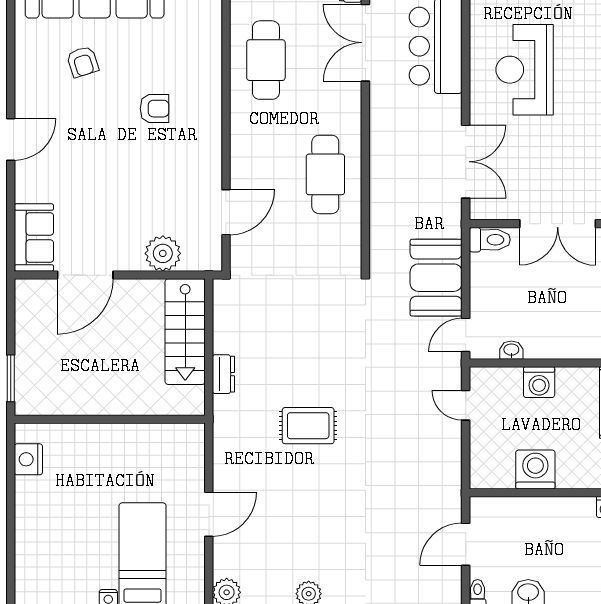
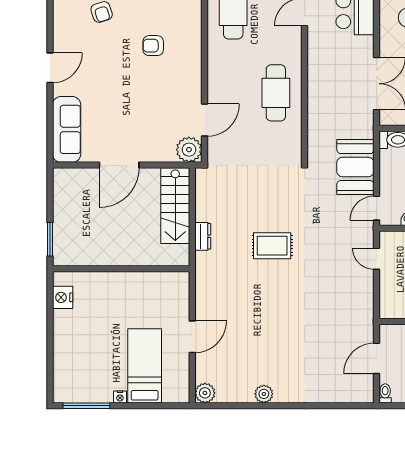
armchair: (154, 109) -> (153, 46), turned 180
sofa: (34, 238) -> (67, 129), width x1.36
plant: (163, 253) -> (189, 150), moved
door: (85, 275) -> (119, 165), moved
rug: (308, 426) -> (272, 246), moved

